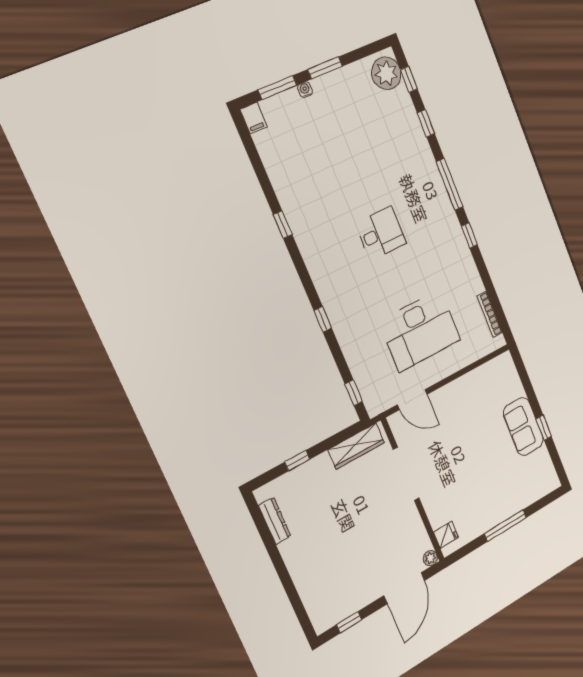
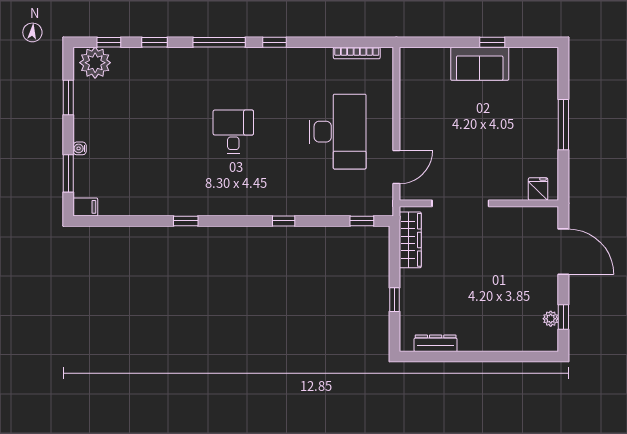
window: (325, 68) -> (68, 97), moved
plant: (430, 558) -> (551, 319), moved

